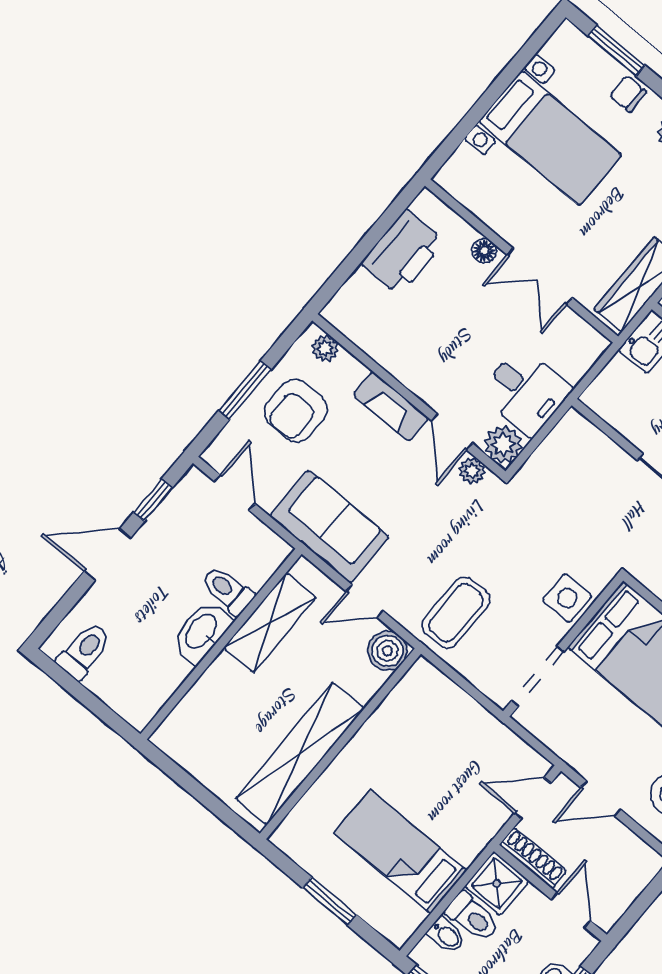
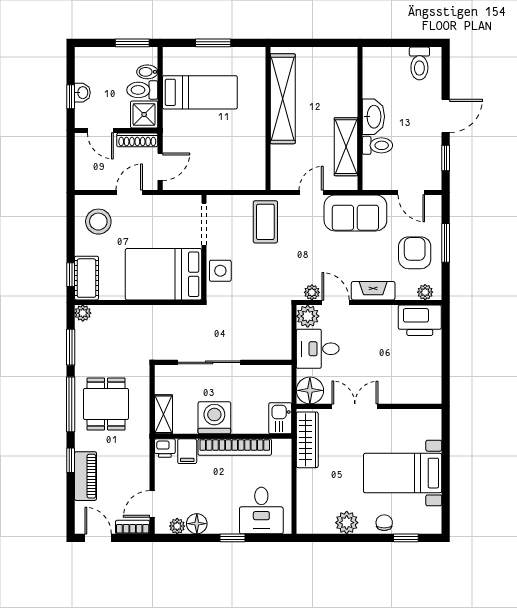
window: (616, 51) -> (406, 538), width x0.67
chair: (628, 94) -> (384, 523), turned -90
floor lamp: (484, 251) -> (310, 390), moved, width x1.89, depth x1.89
printer: (403, 252) -> (420, 320), moved, turned -90
boiler: (387, 651) -> (282, 179), removed

